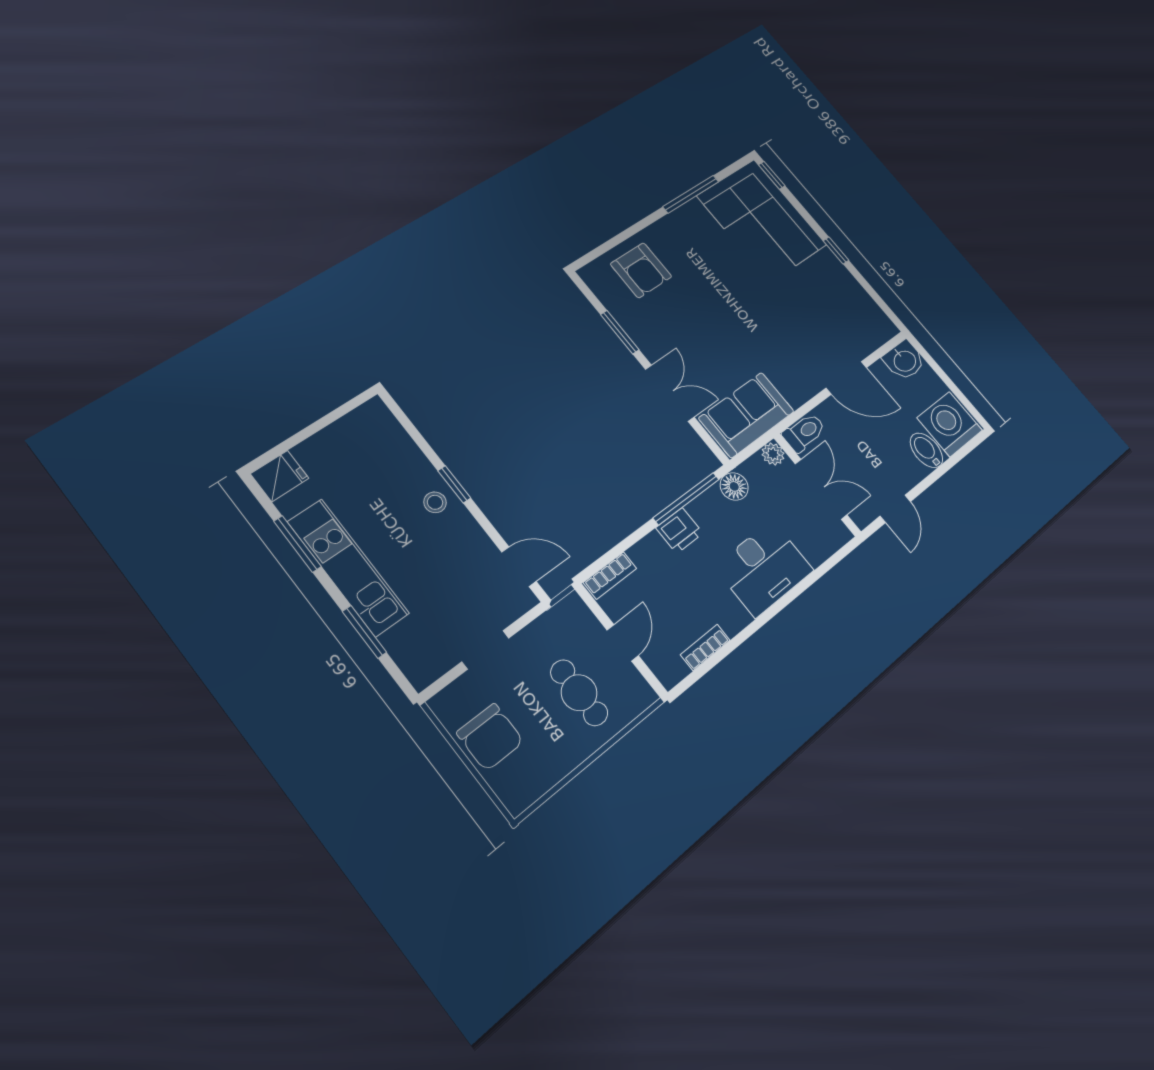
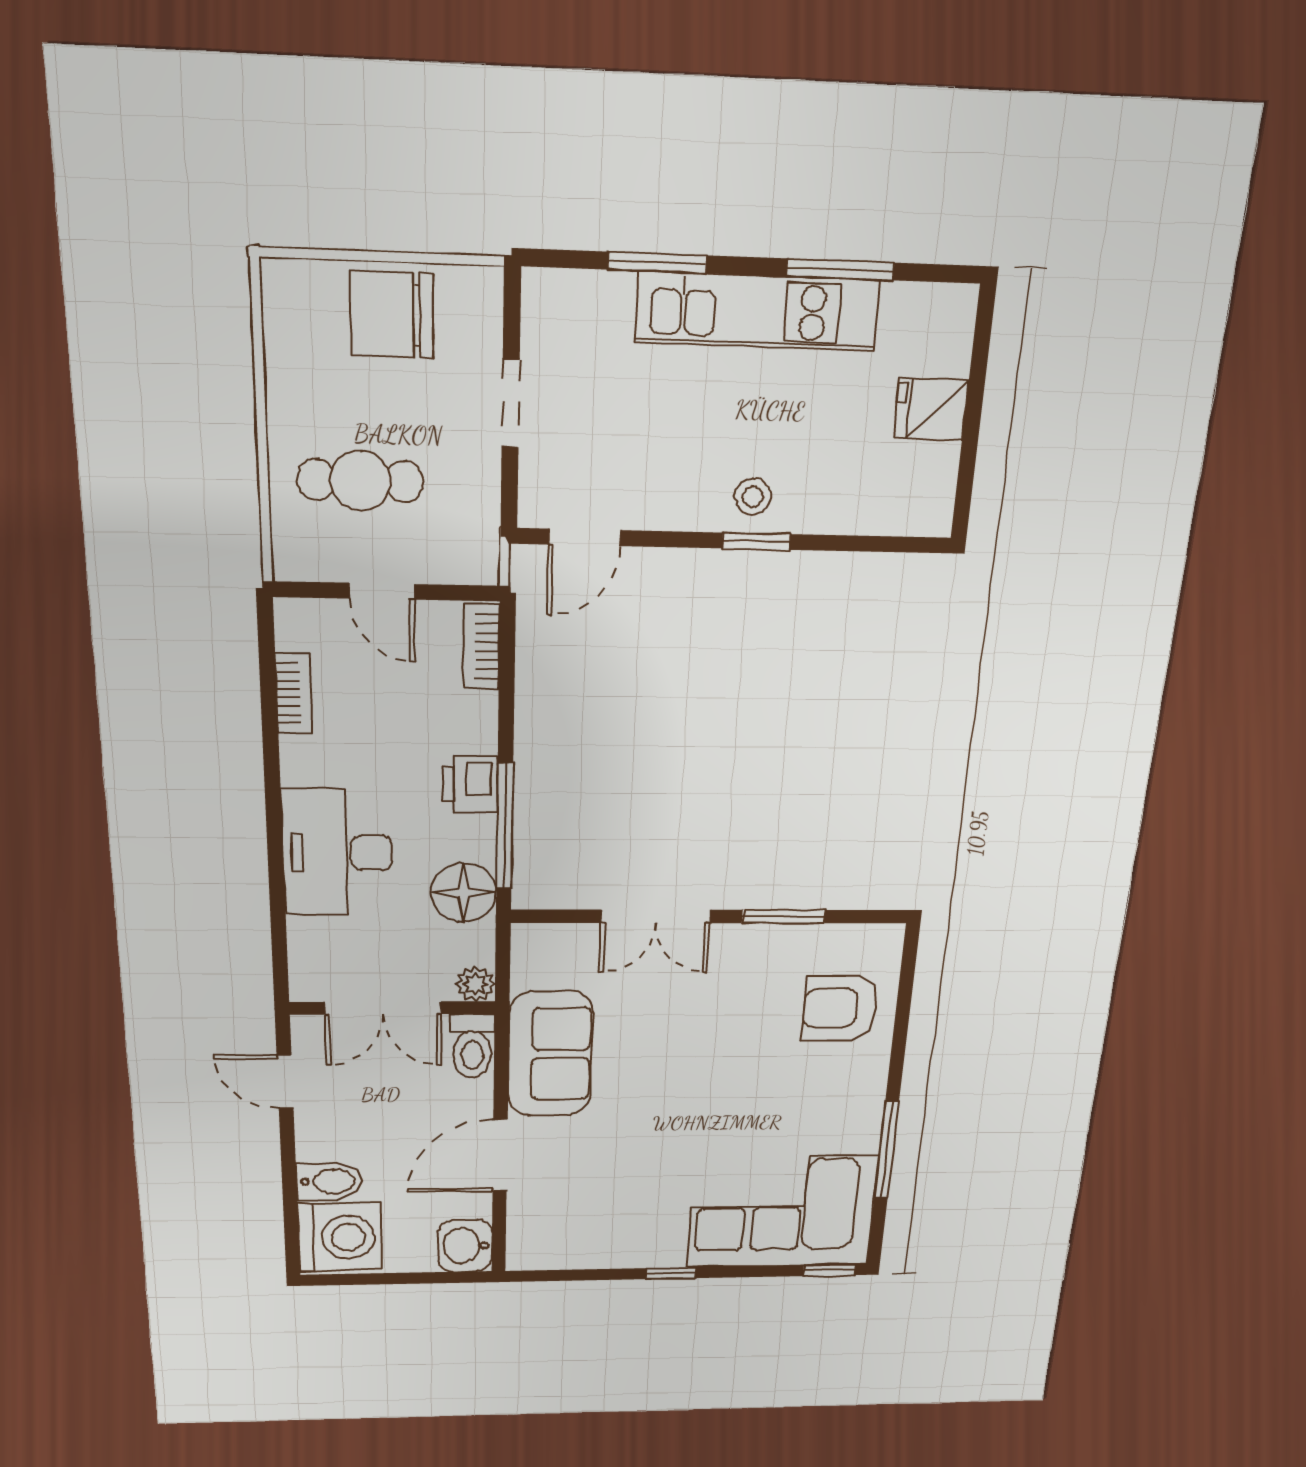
sofa: (747, 415) -> (550, 1054), moved
fridge: (280, 476) -> (931, 409), moved, turned 90
floor lamp: (734, 486) -> (464, 893), width x1.38, depth x1.38

